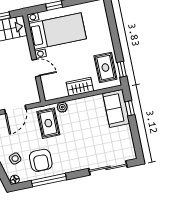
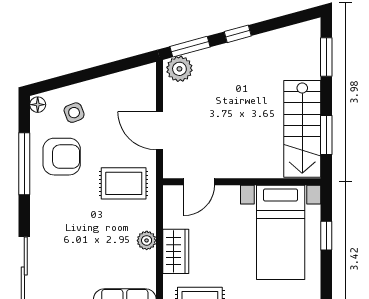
door: (36, 68) -> (199, 182), moved
plant: (62, 107) -> (147, 240), moved
armchair: (41, 160) -> (62, 157), turned 180

